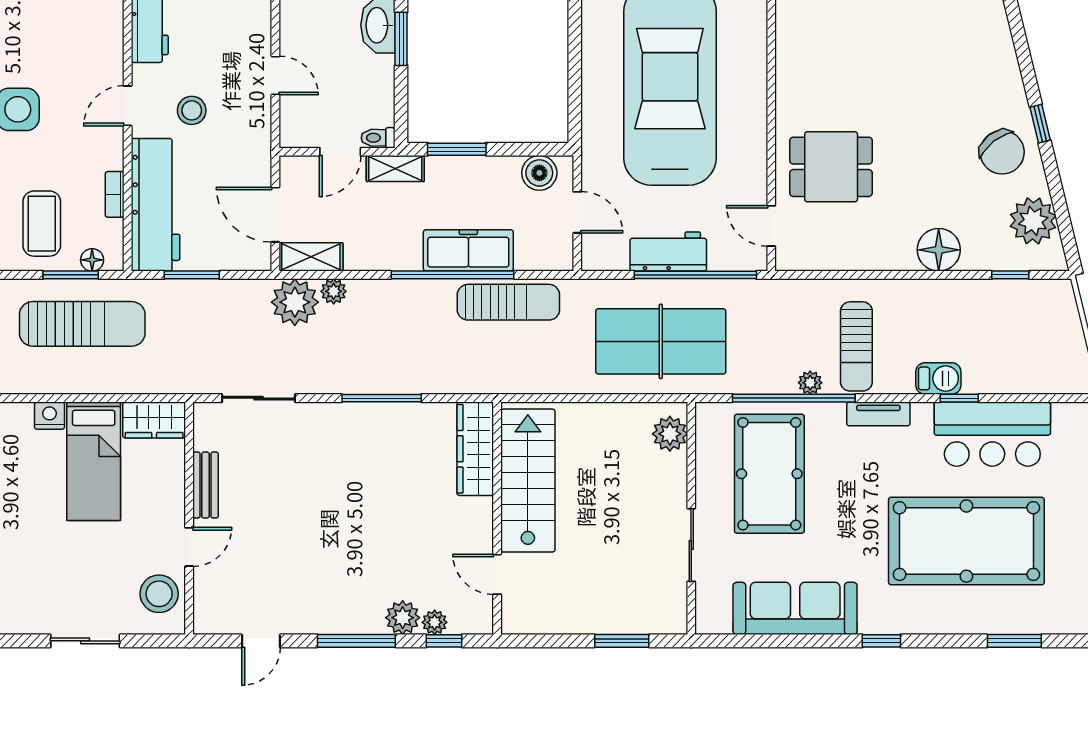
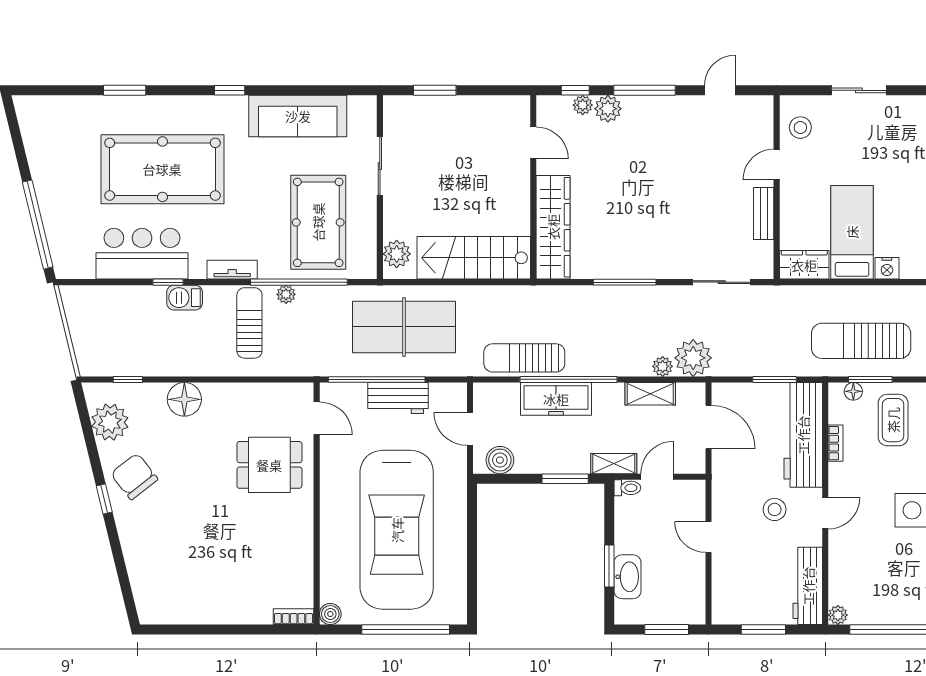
shelving: (311, 257) -> (650, 394), moved
wardrobe: (475, 449) -> (553, 227), width x1.40, depth x1.17
stairs: (528, 481) -> (474, 258), moved, turned 90
stool: (159, 594) -> (800, 128), width x0.73, depth x0.73

